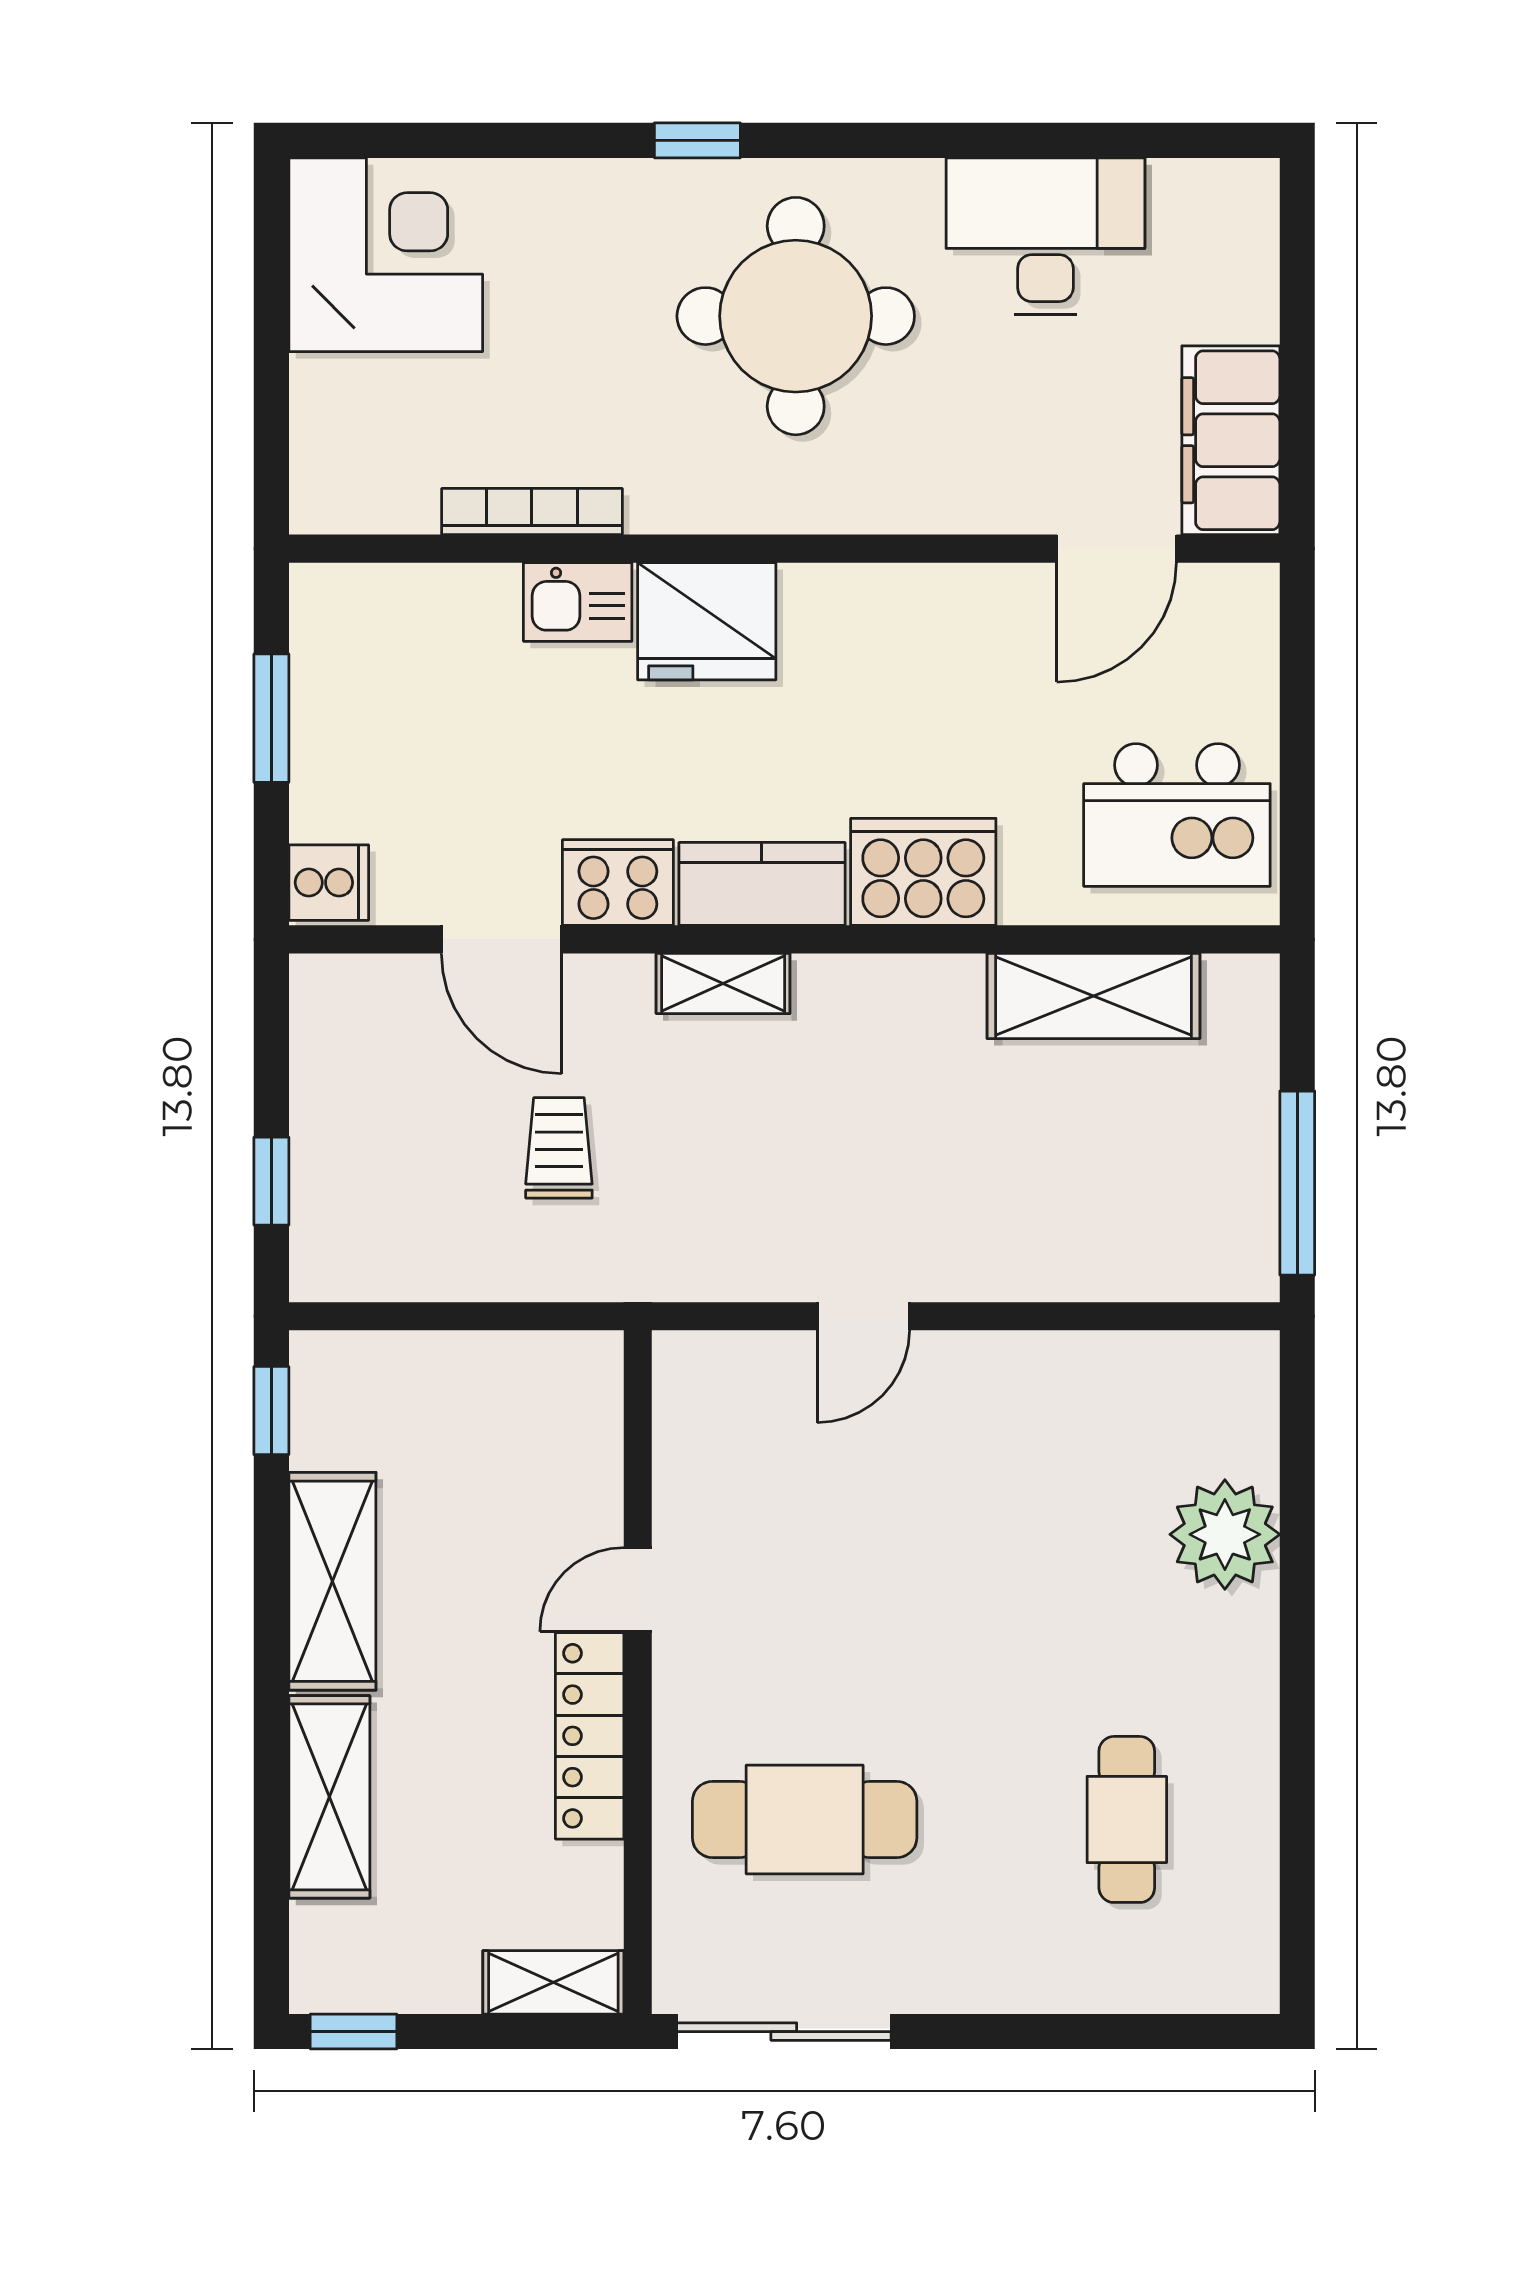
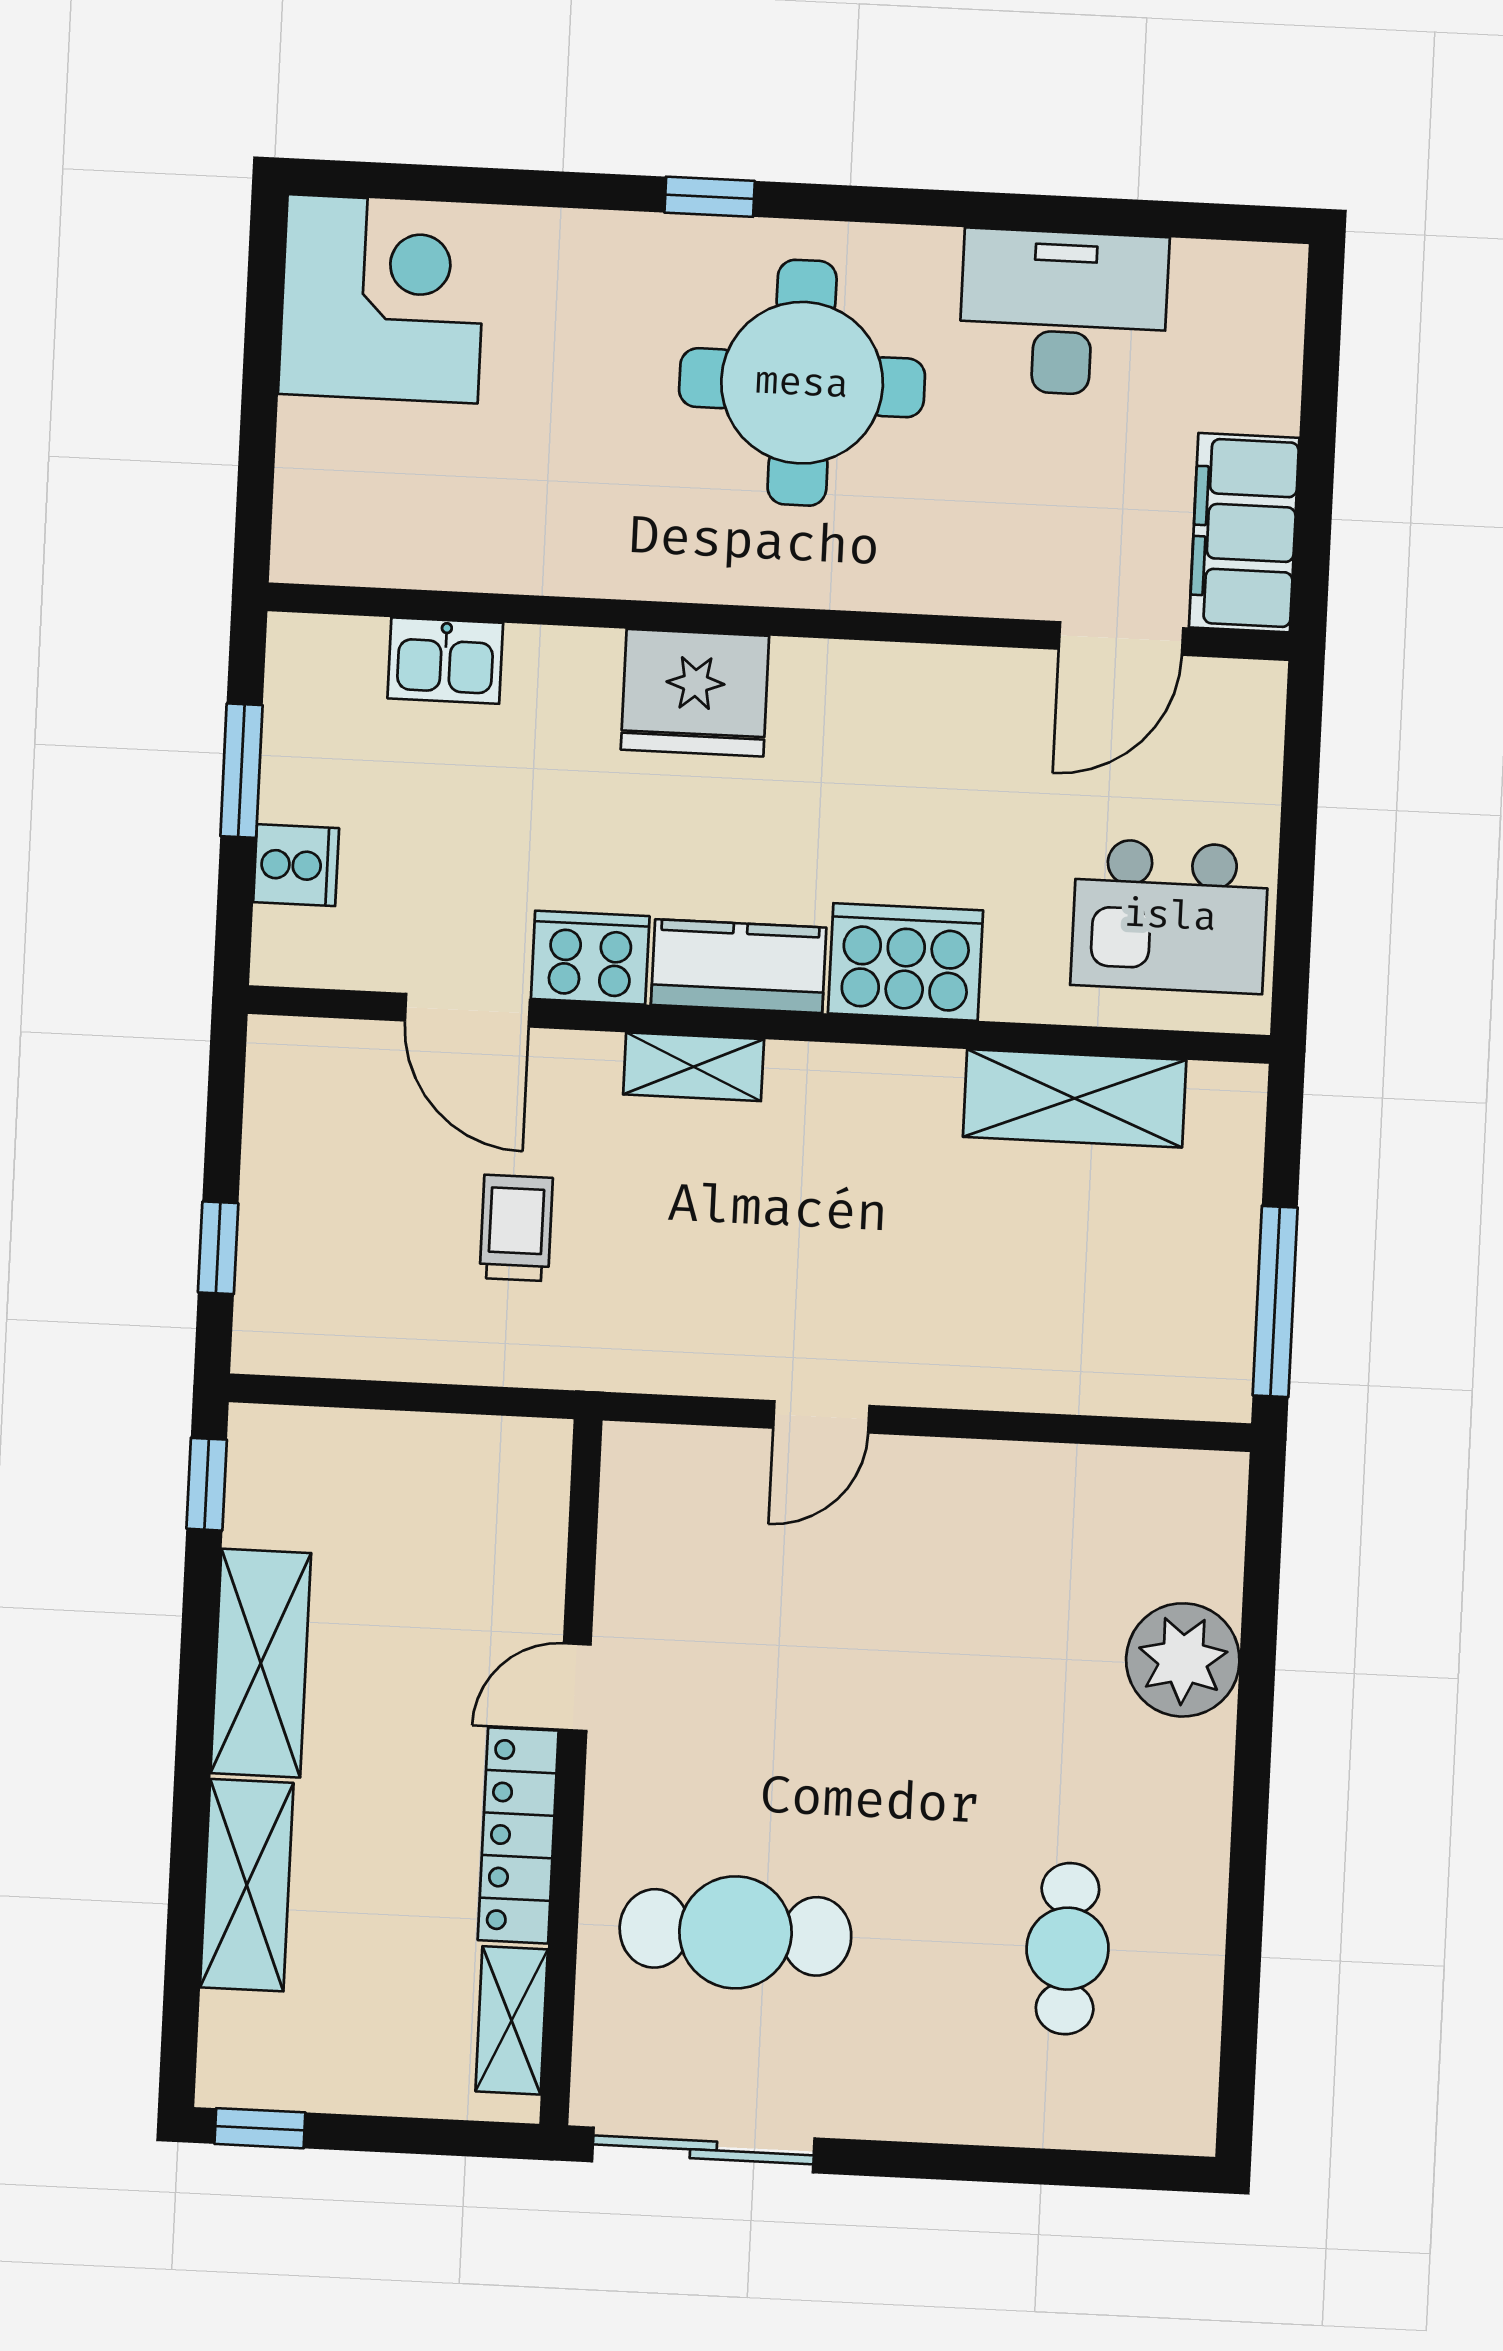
bookcase: (532, 512) -> (520, 571), removed
kitchen sink: (578, 602) -> (445, 661), moved
cooker: (329, 883) -> (296, 865), moved
shelving: (553, 1982) -> (512, 2020), moved, turned 90

